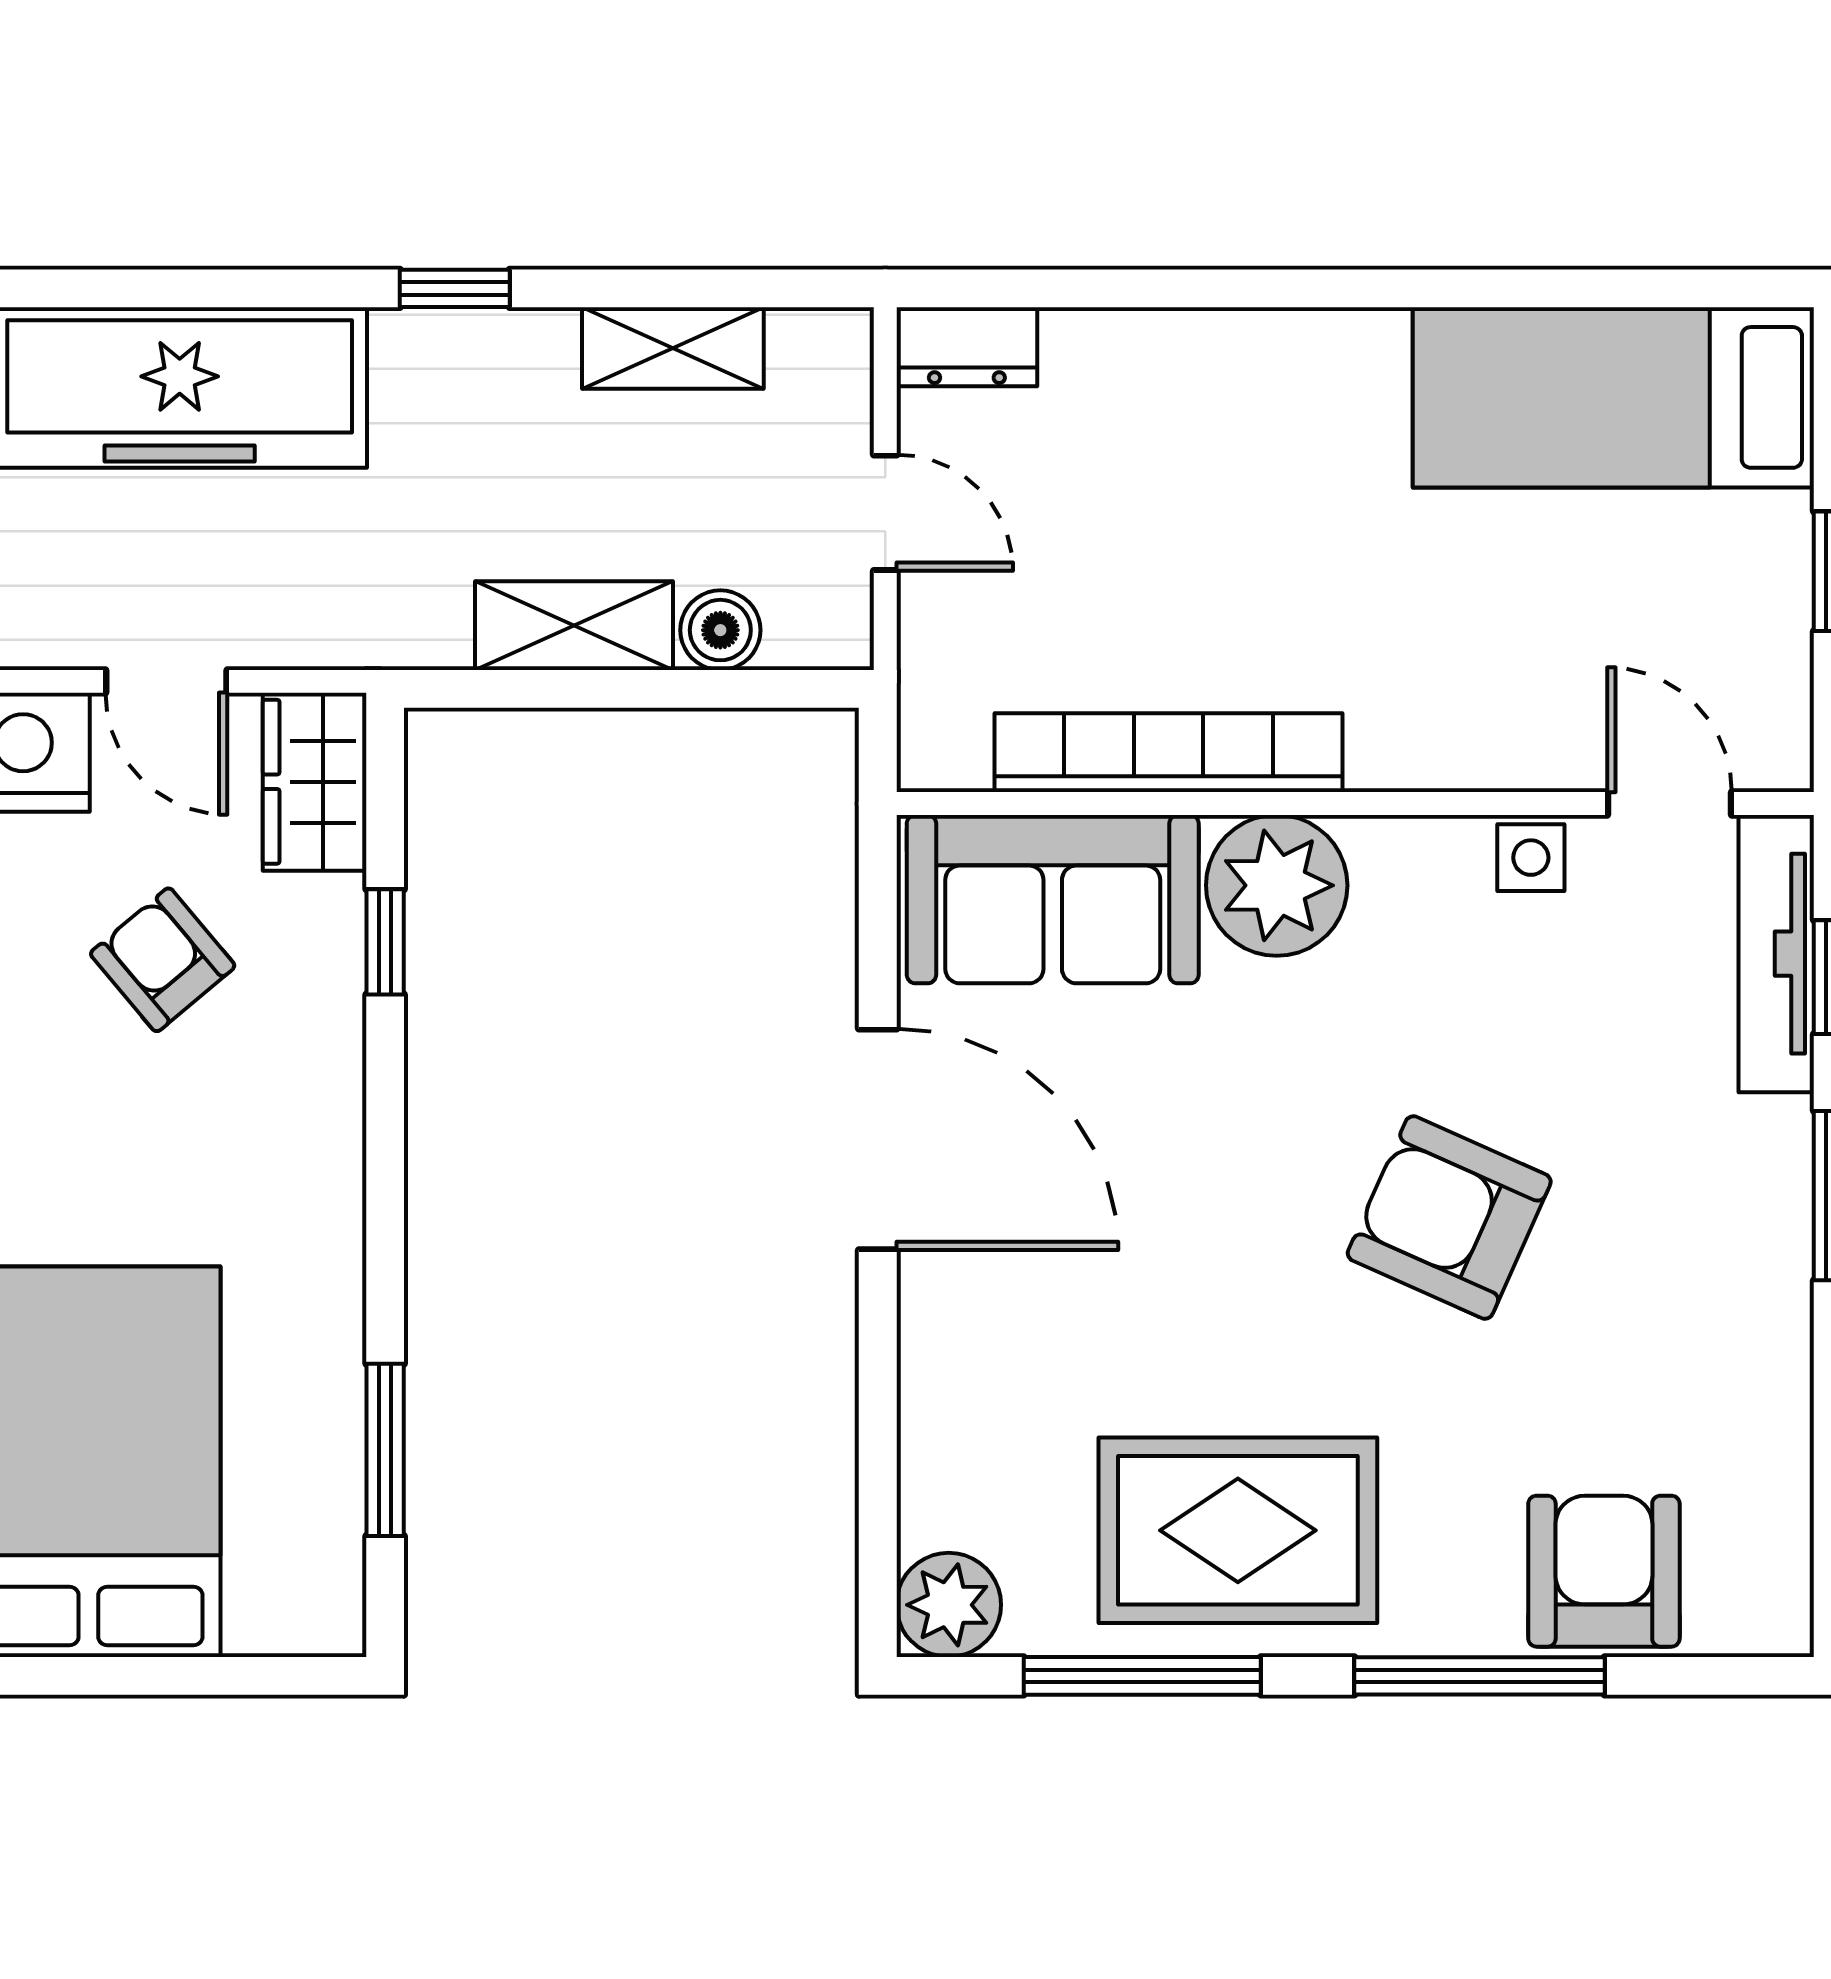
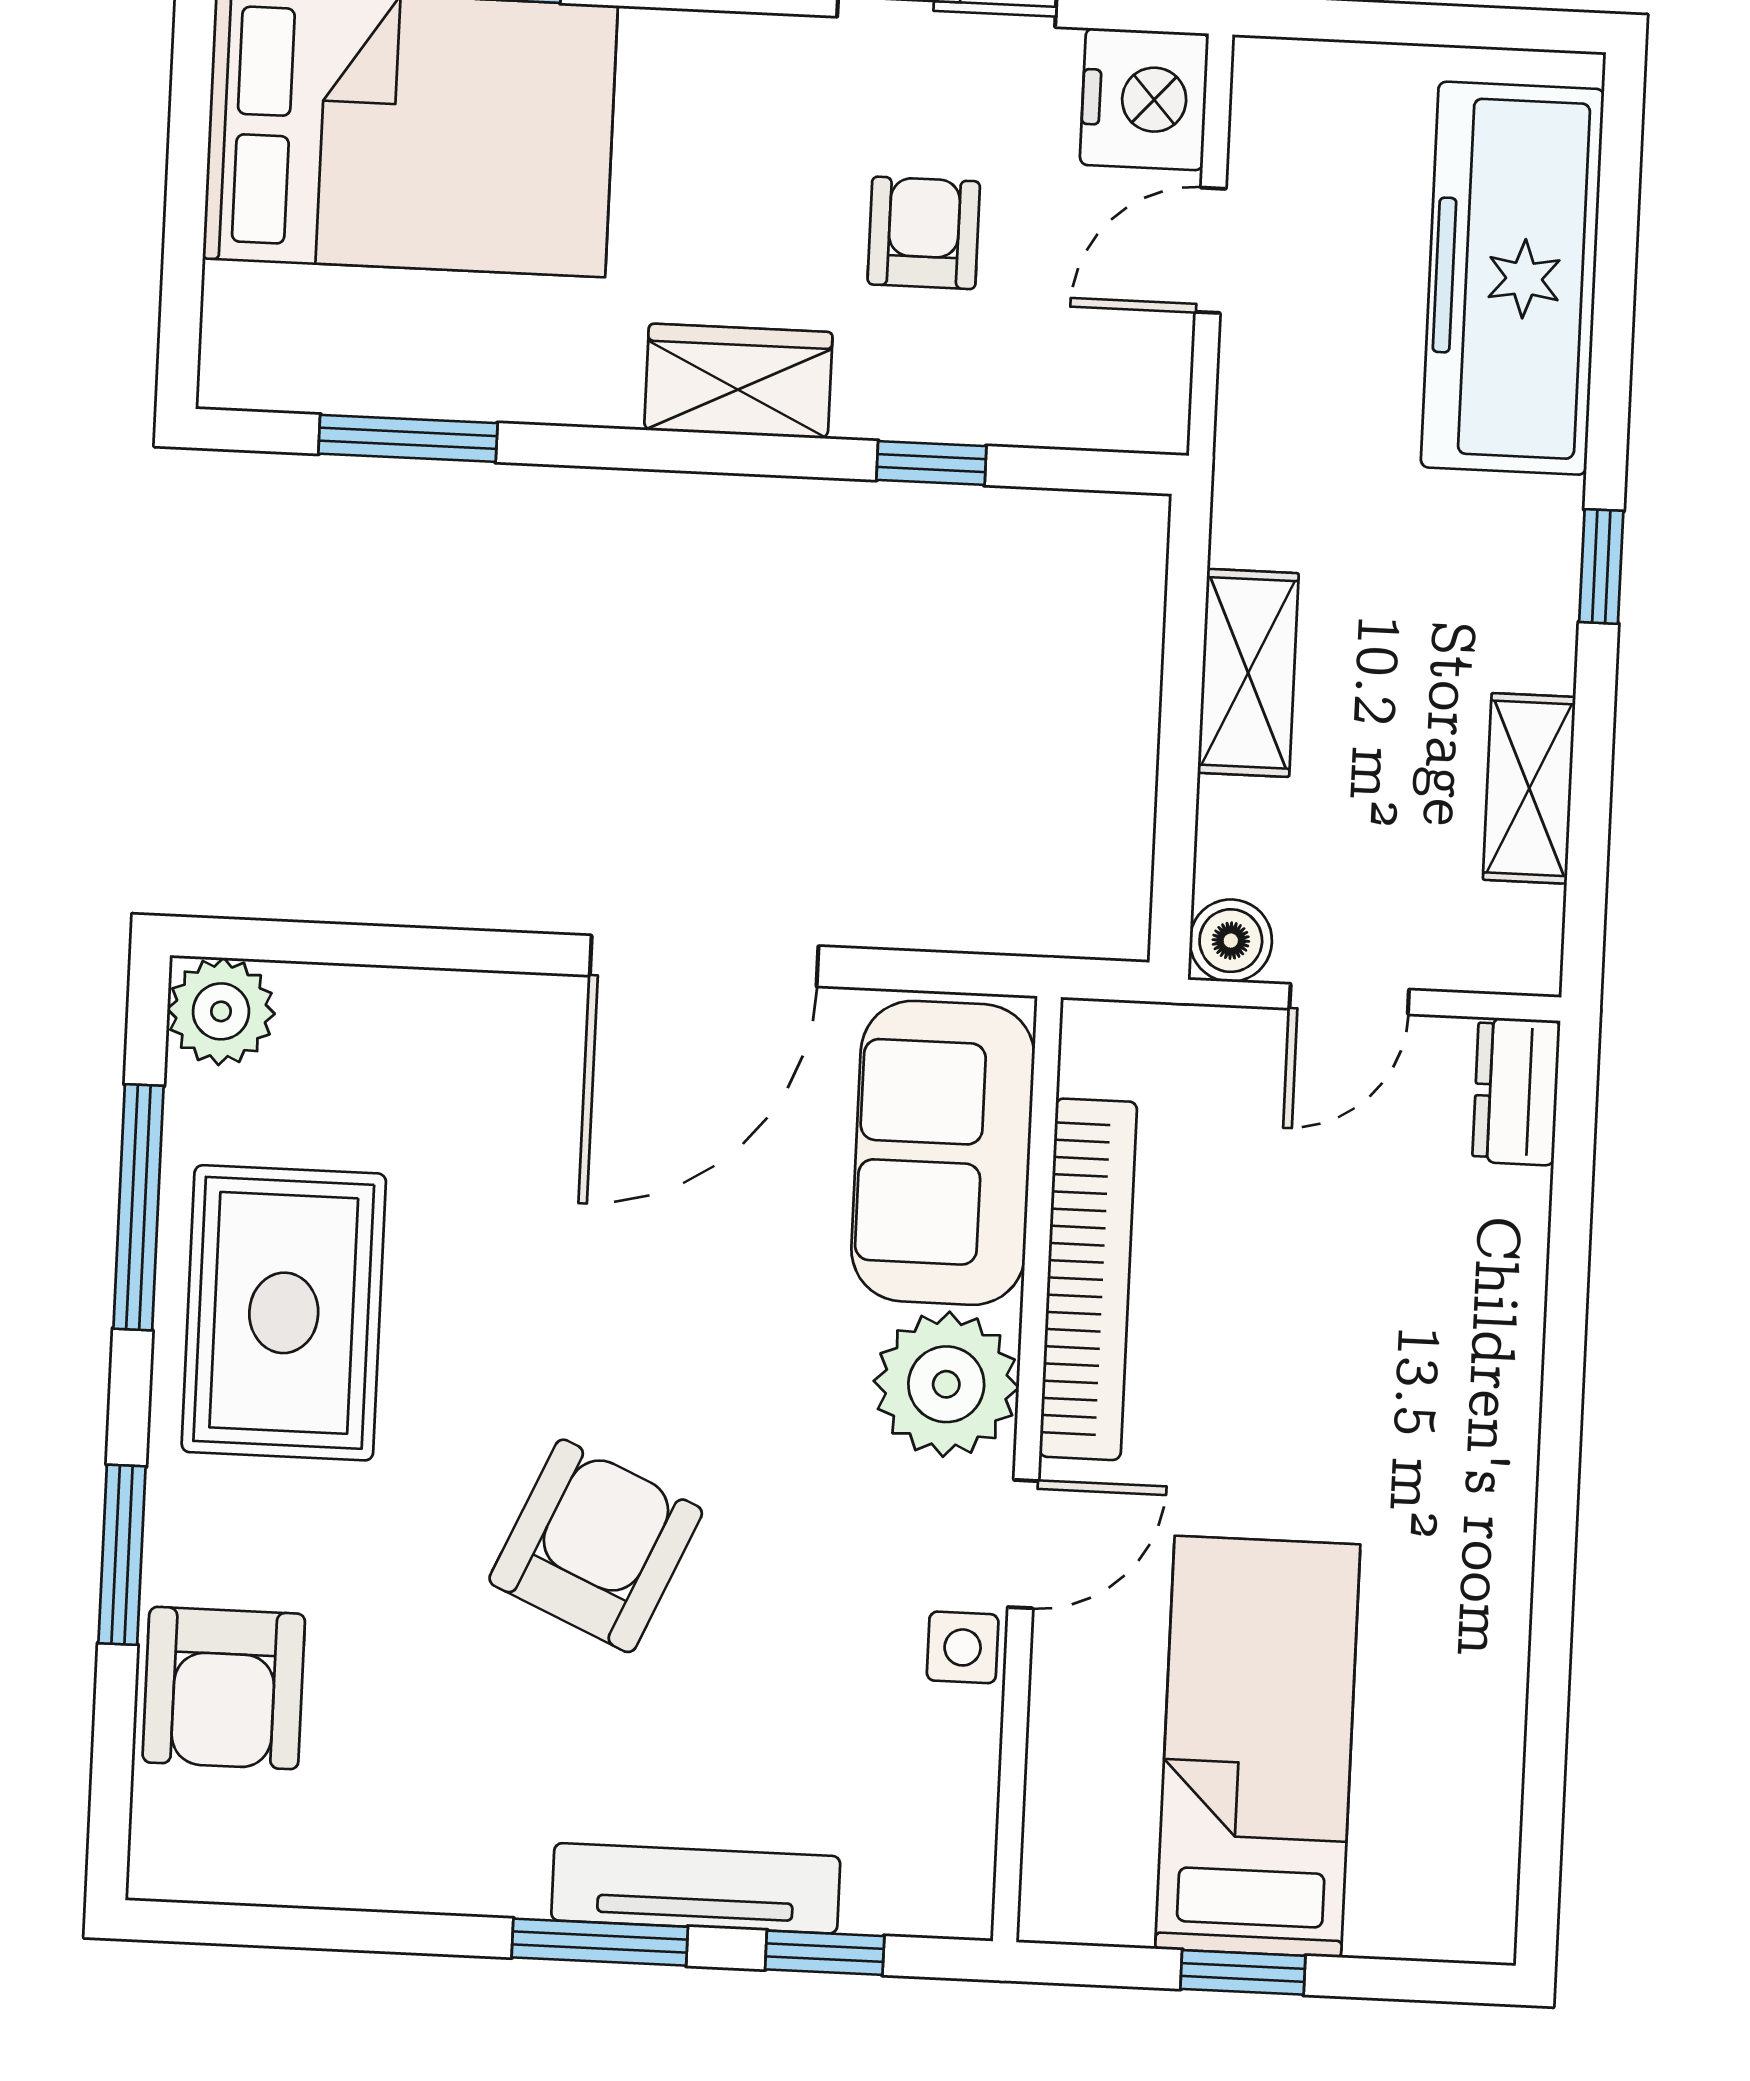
bed: (1613, 397) -> (1258, 1747), moved
boiler: (720, 630) -> (1231, 941), moved
wardrobe: (315, 782) -> (738, 381), moved
door: (1670, 804) -> (1023, 1544), moved
tv unit: (1776, 954) -> (696, 1888), moved
armchair: (163, 960) -> (924, 233), turned -50
armchair: (1604, 1571) -> (224, 1688), turned 90
window: (1479, 1676) -> (122, 1555), width x0.69

